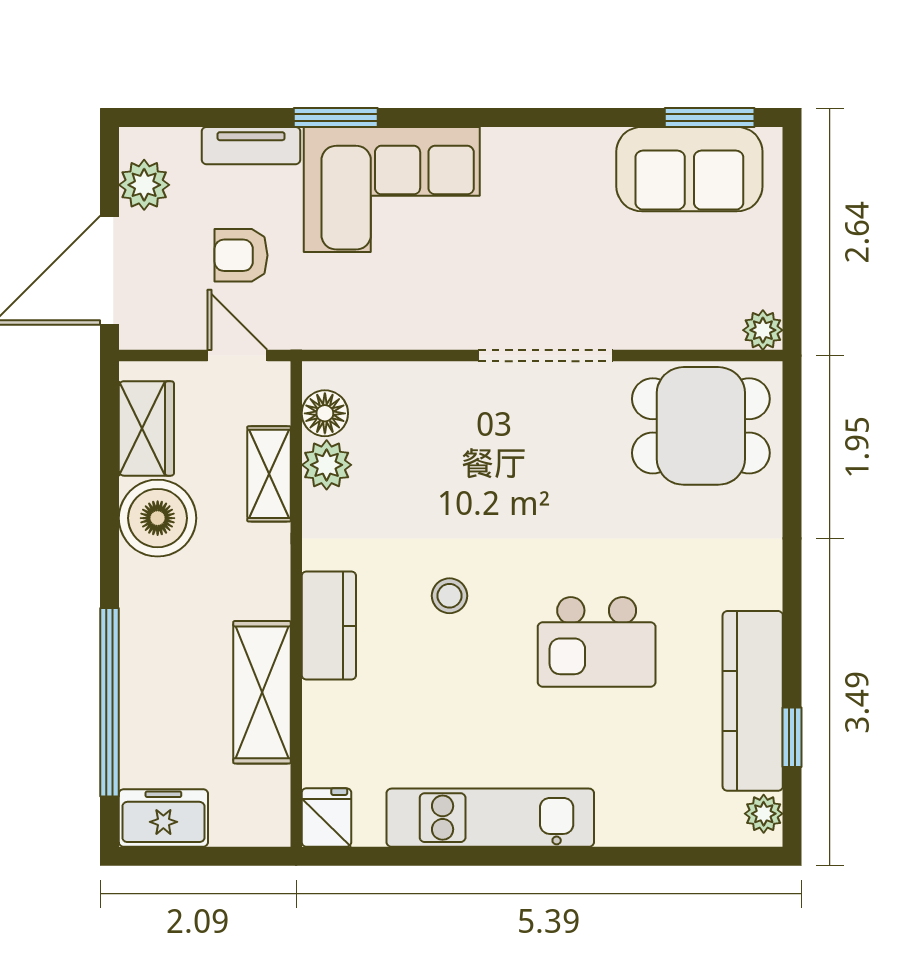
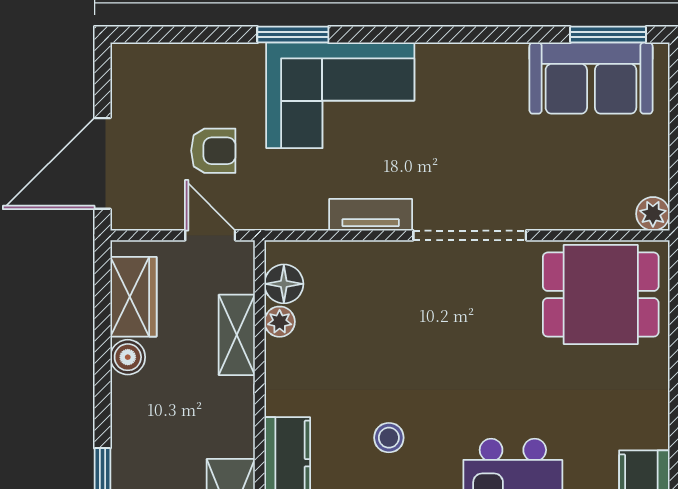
tv unit: (251, 146) -> (371, 215), moved, turned 180
plant: (144, 185) -> (132, 91), removed
armchair: (241, 255) -> (213, 151), turned 180
plant: (327, 465) -> (280, 322), width x0.73, depth x0.73
boiler: (158, 518) -> (128, 357), width x0.54, depth x0.54

